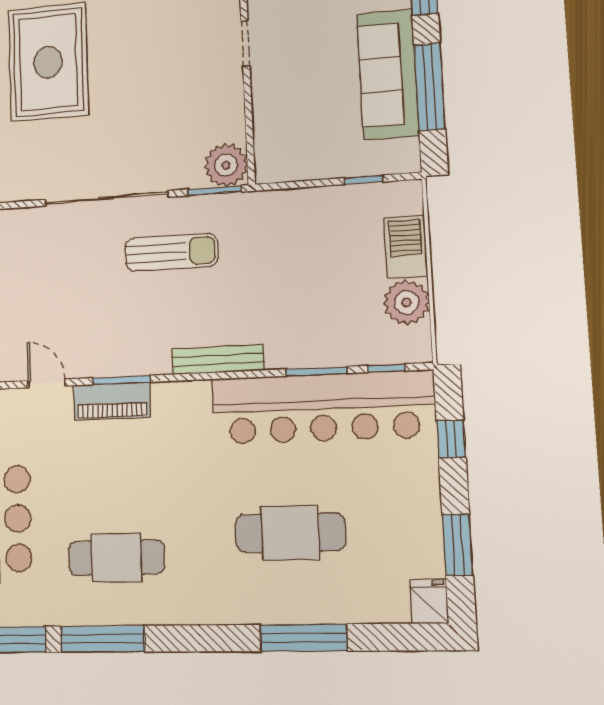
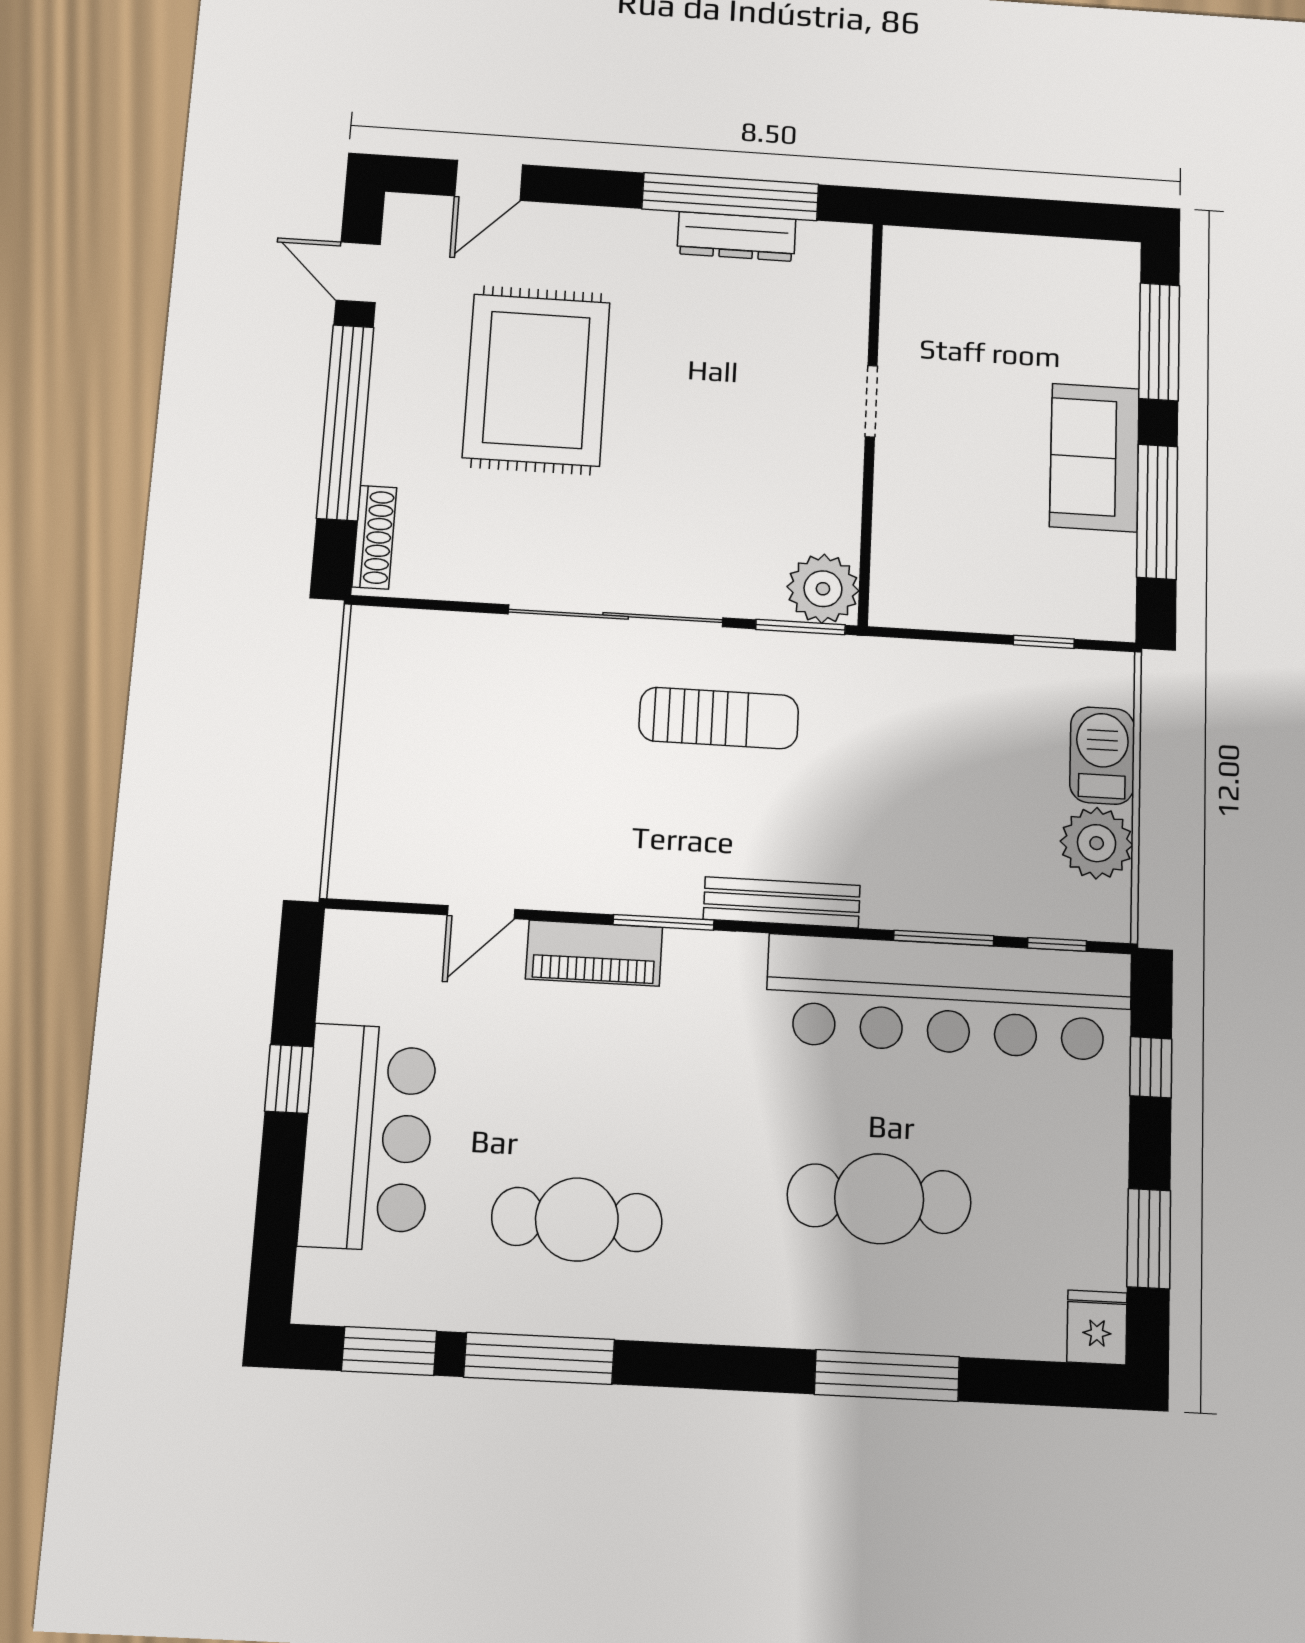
sofa: (388, 74) -> (1095, 457), width x0.73
window: (121, 380) -> (664, 922), moved
door: (47, 383) -> (481, 912), swing flipped

